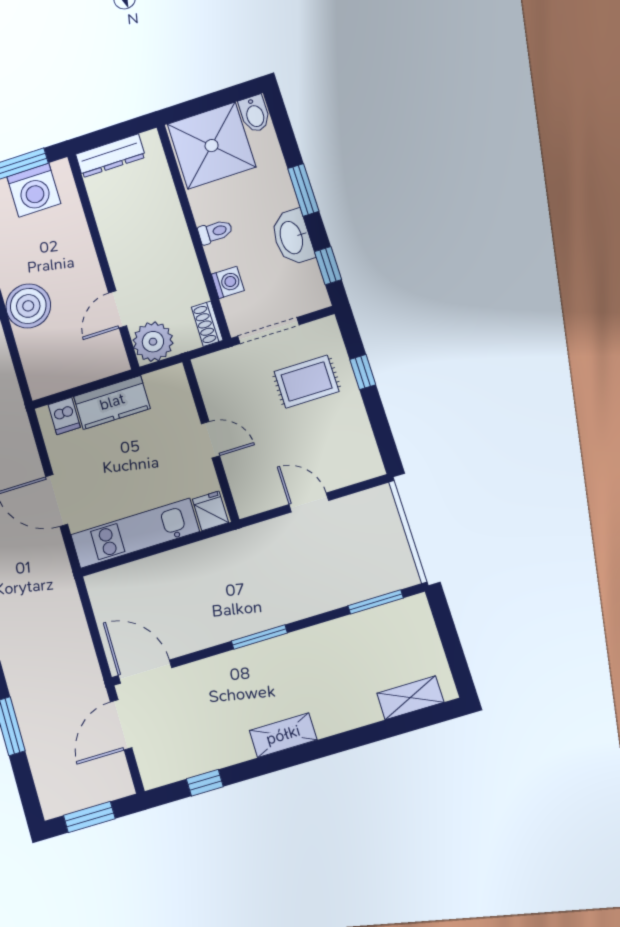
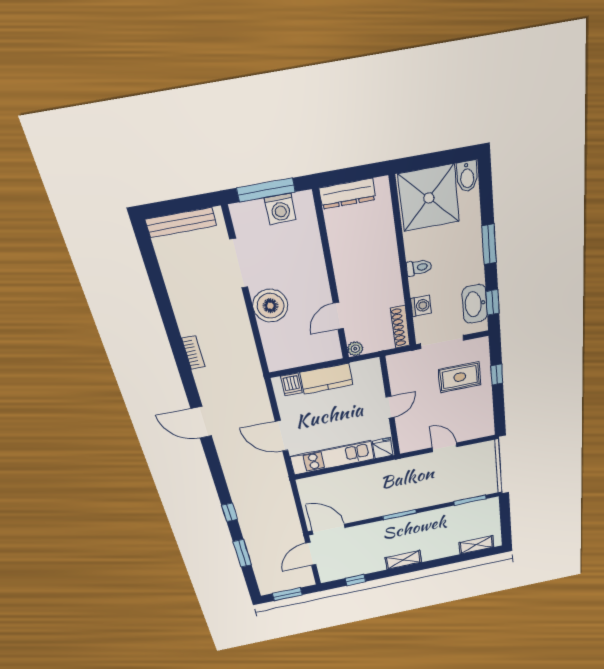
washing machine: (34, 190) -> (280, 209), width x0.73, depth x0.73
washbasin: (292, 237) -> (475, 304), moved
shoe rack: (207, 324) -> (400, 327), width x1.43
plant: (153, 342) -> (355, 349), width x0.53, depth x0.53
door: (210, 440) -> (390, 407), hinge flipped

